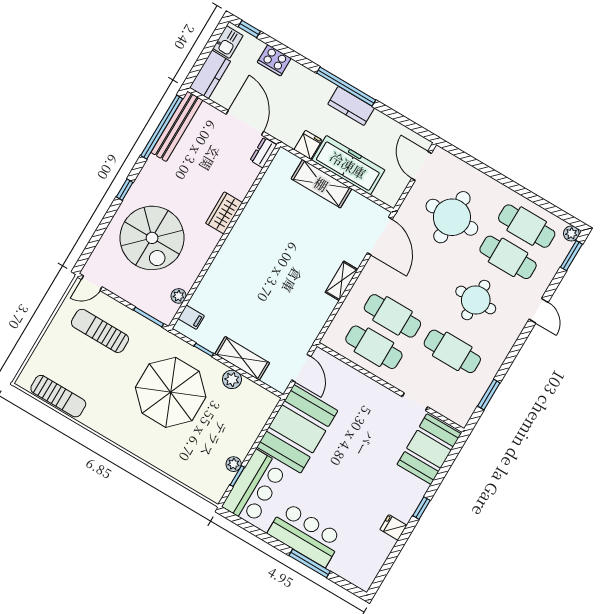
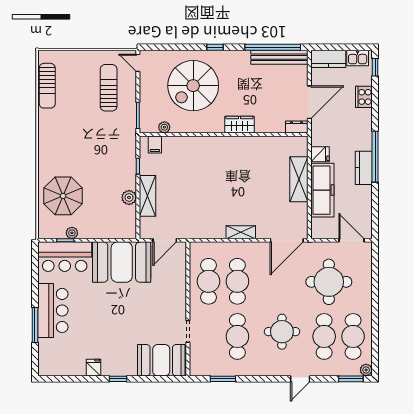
door: (421, 166) -> (352, 240), hinge flipped
parasol: (171, 392) -> (63, 196), moved, width x0.73, depth x0.73

